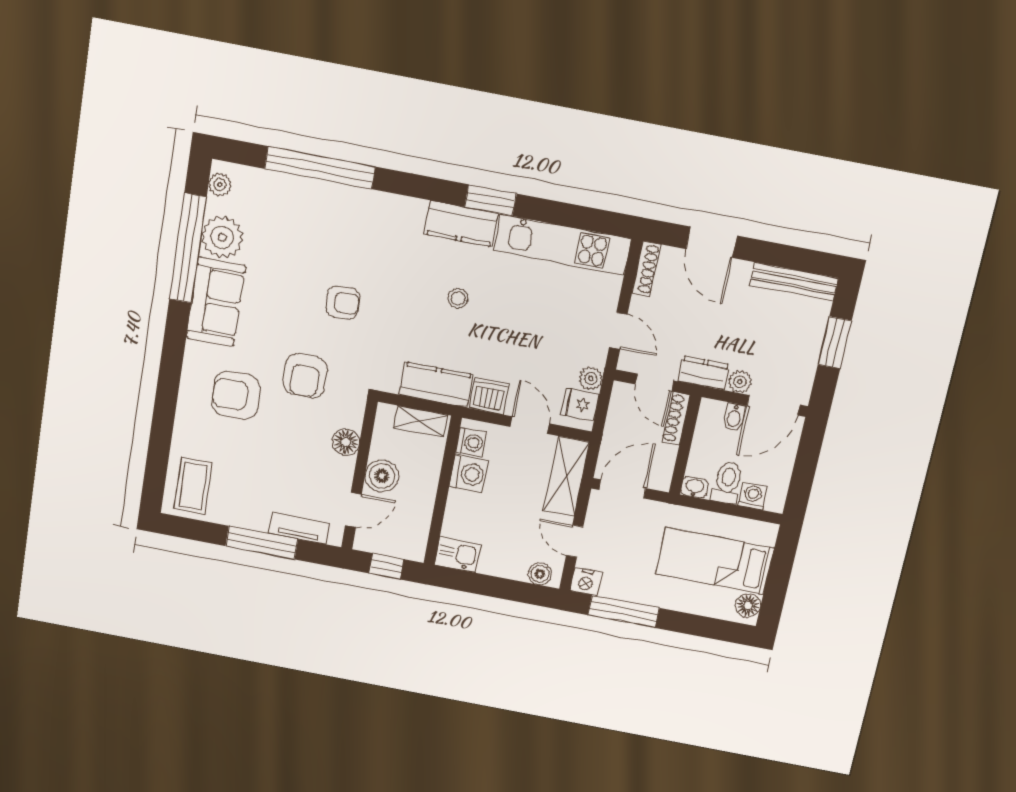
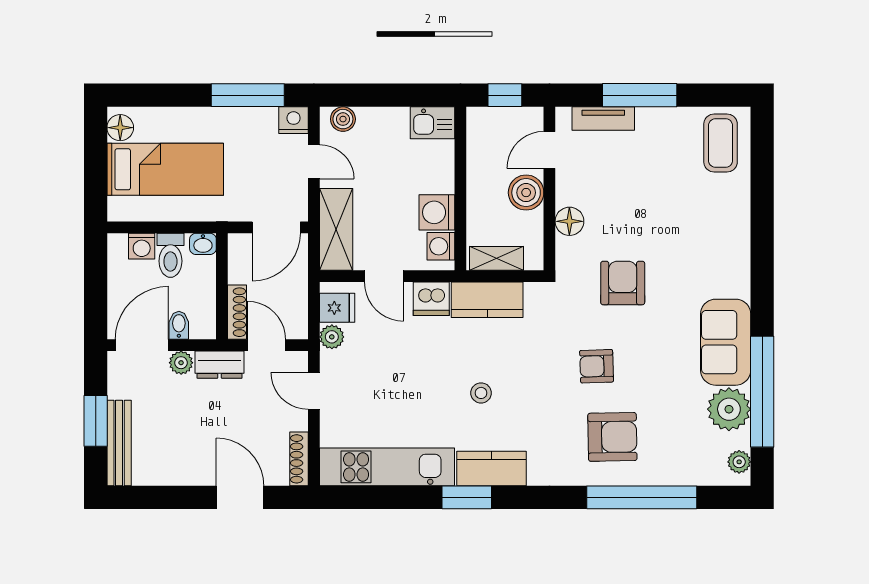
bench: (794, 282) -> (119, 443), moved, turned 90
armchair: (236, 395) -> (612, 437), moved

